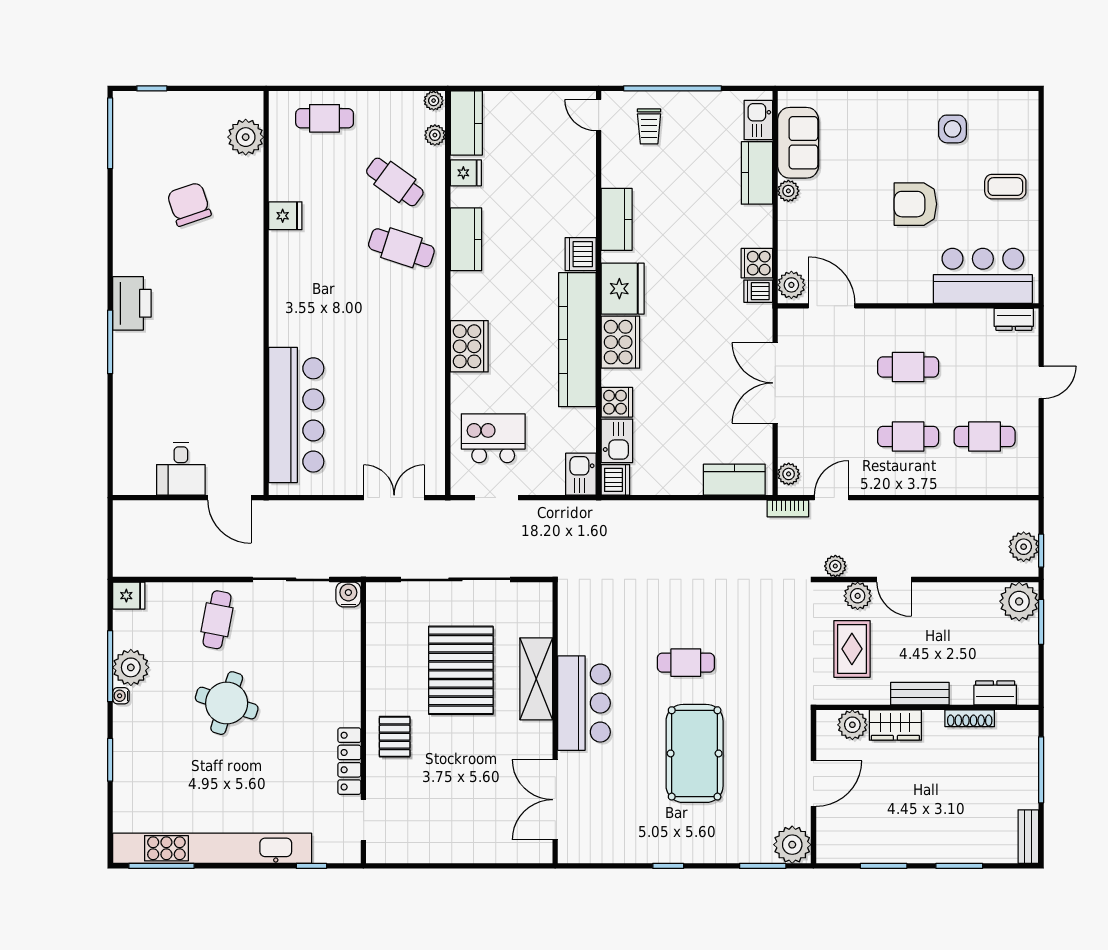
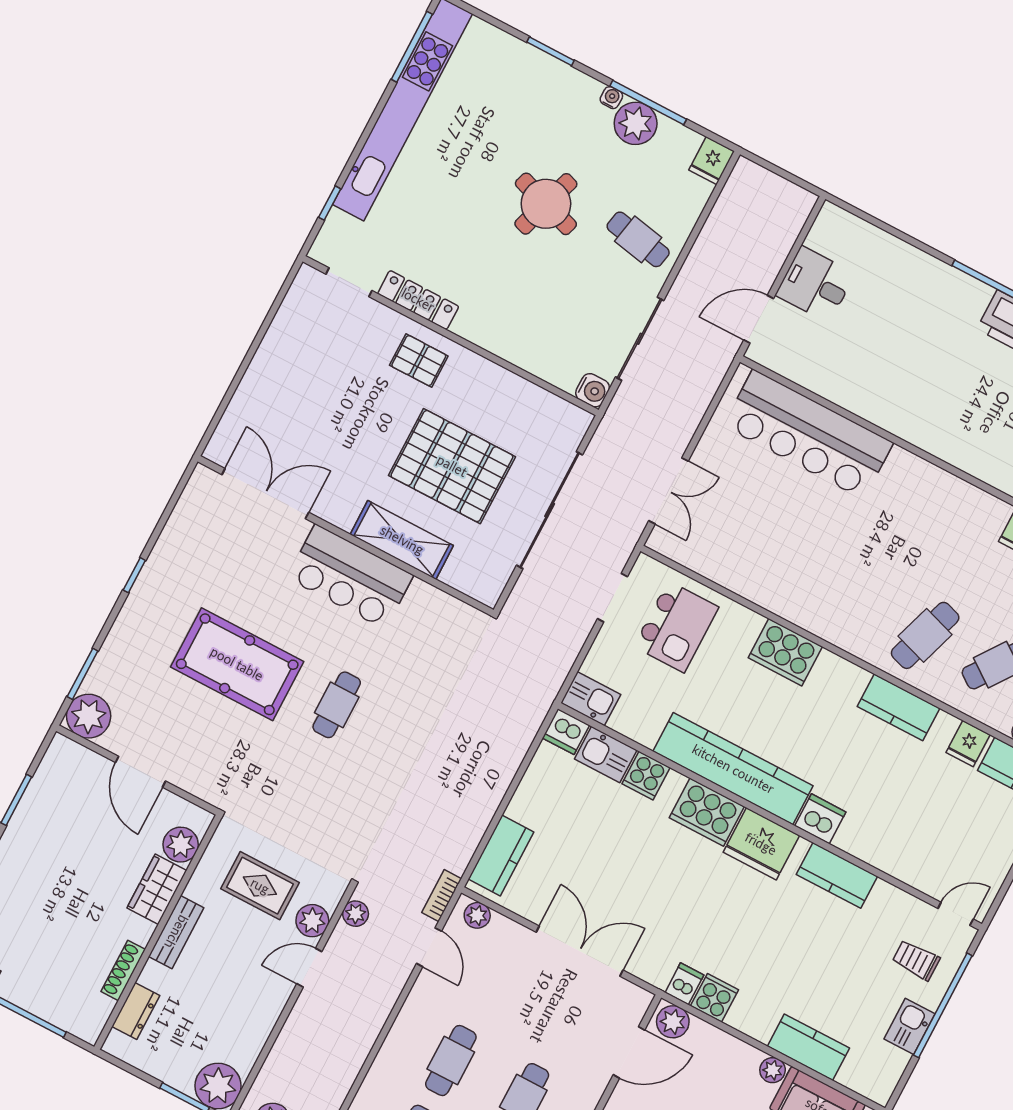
kitchen sink: (758, 120) -> (910, 1026), moved, turned -90

